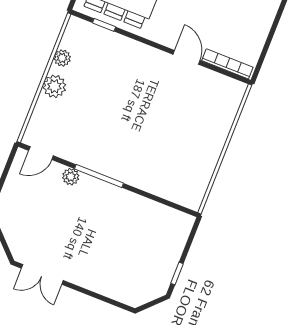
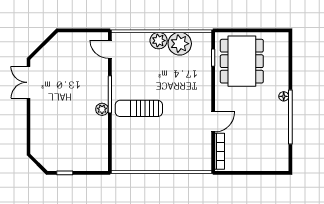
plant: (62, 58) -> (180, 44), width x1.88, depth x1.88
sun lounger: (132, 146) -> (139, 108), added
plant: (71, 177) -> (102, 109), moved

